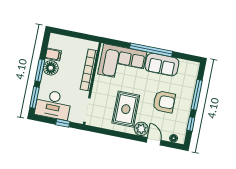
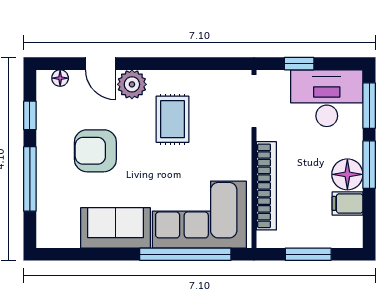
window: (76, 35) -> (308, 254), added
window: (151, 50) -> (185, 254), moved
rug: (126, 109) -> (173, 119), width x0.73, depth x0.70

